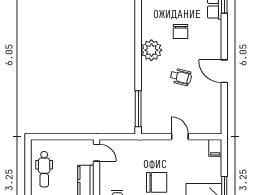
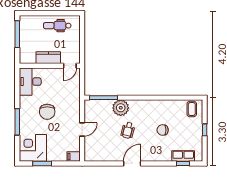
plant: (151, 50) -> (121, 108), moved

